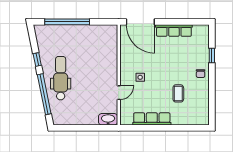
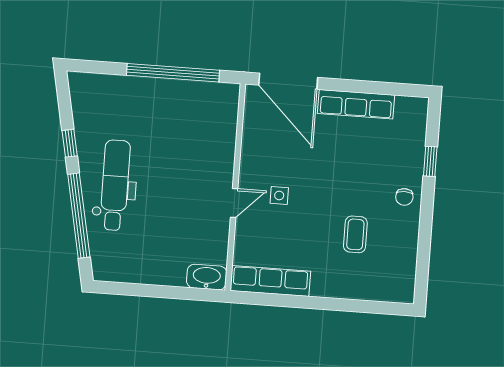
window: (67, 22) -> (173, 73), moved
door: (119, 93) -> (234, 203), moved
row of seats: (152, 119) -> (270, 281), moved

